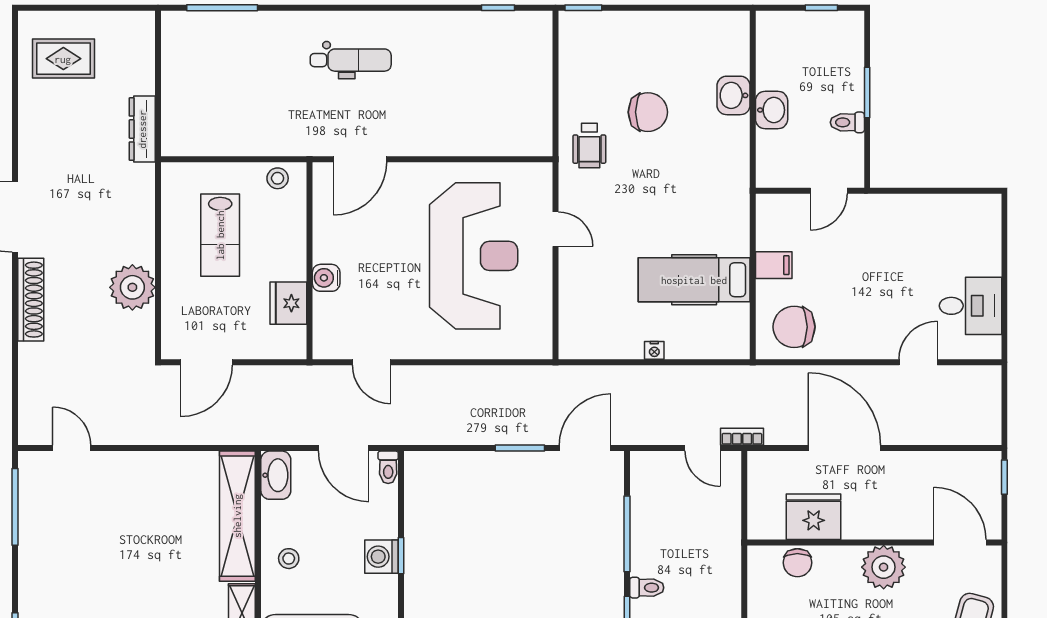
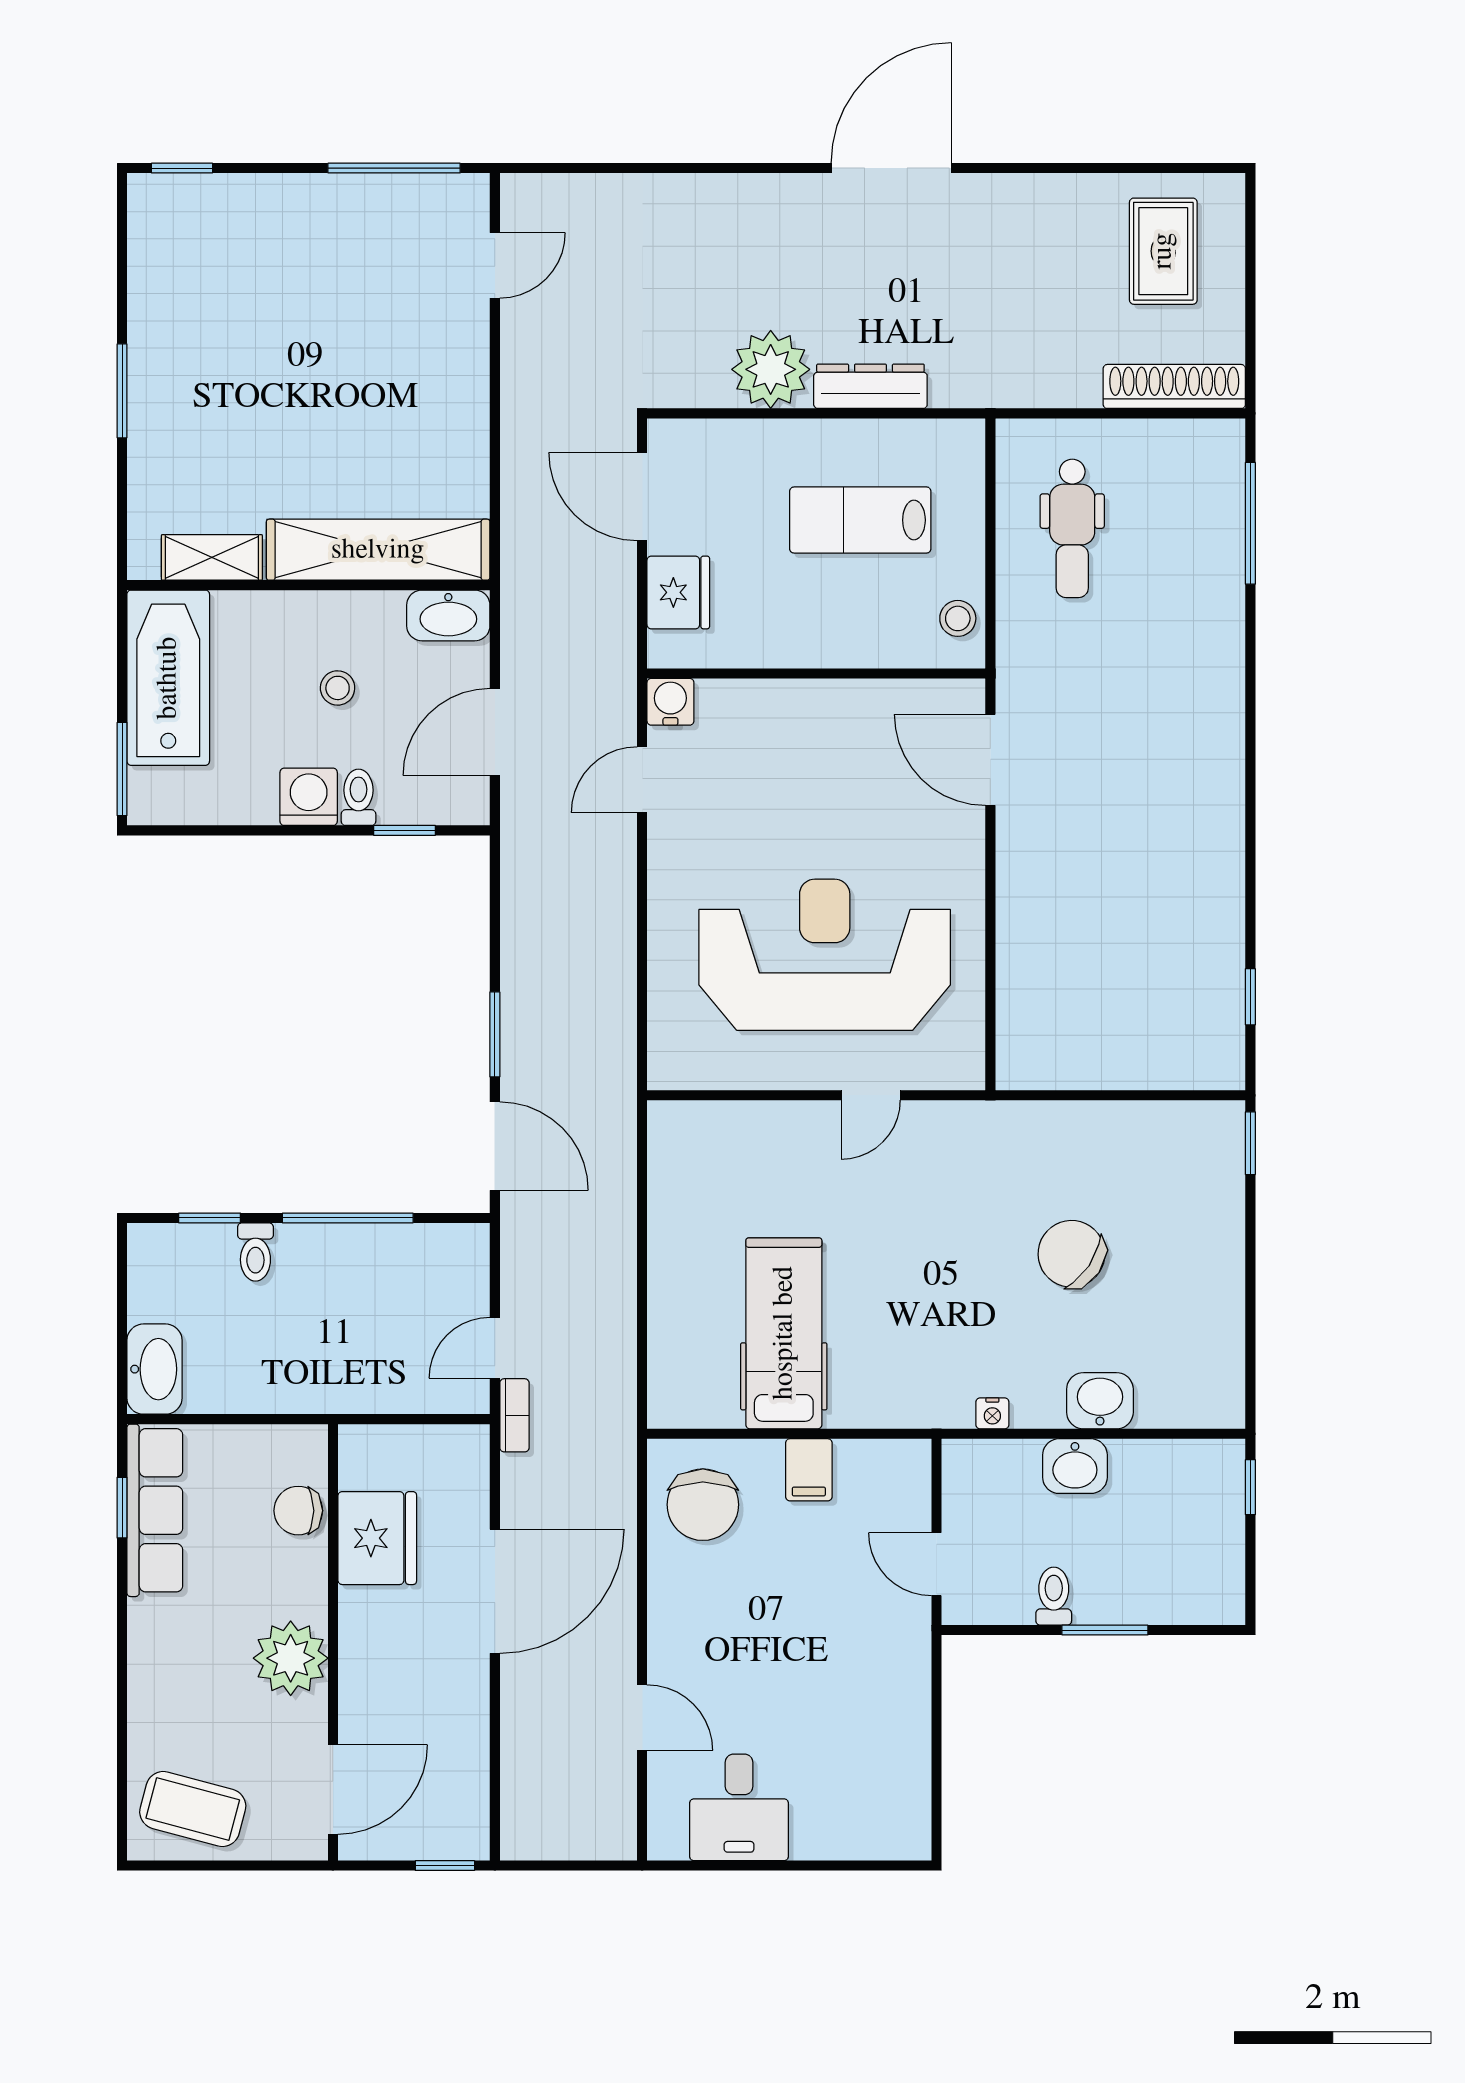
window: (821, 8) -> (1250, 1487), moved
dental chair: (351, 60) -> (1072, 528), moved
chair: (648, 112) -> (1071, 1254), turned 124
dresser: (142, 129) -> (870, 386), moved
wheelchair: (589, 146) -> (1014, 1153), removed
reception desk: (474, 256) -> (825, 955), turned 180
water cooler: (326, 278) -> (670, 702), moved
shoe rack: (31, 300) -> (1174, 386), moved, turned 180
fridge: (288, 303) -> (678, 592), moved, turned 90
chair: (794, 327) -> (703, 1505), turned 180
nightstand: (654, 350) -> (992, 1413), moved, turned -90
toilet: (388, 467) -> (359, 797), moved, turned 90
window: (401, 556) -> (405, 830), moved
stool: (289, 559) -> (338, 688), moved

